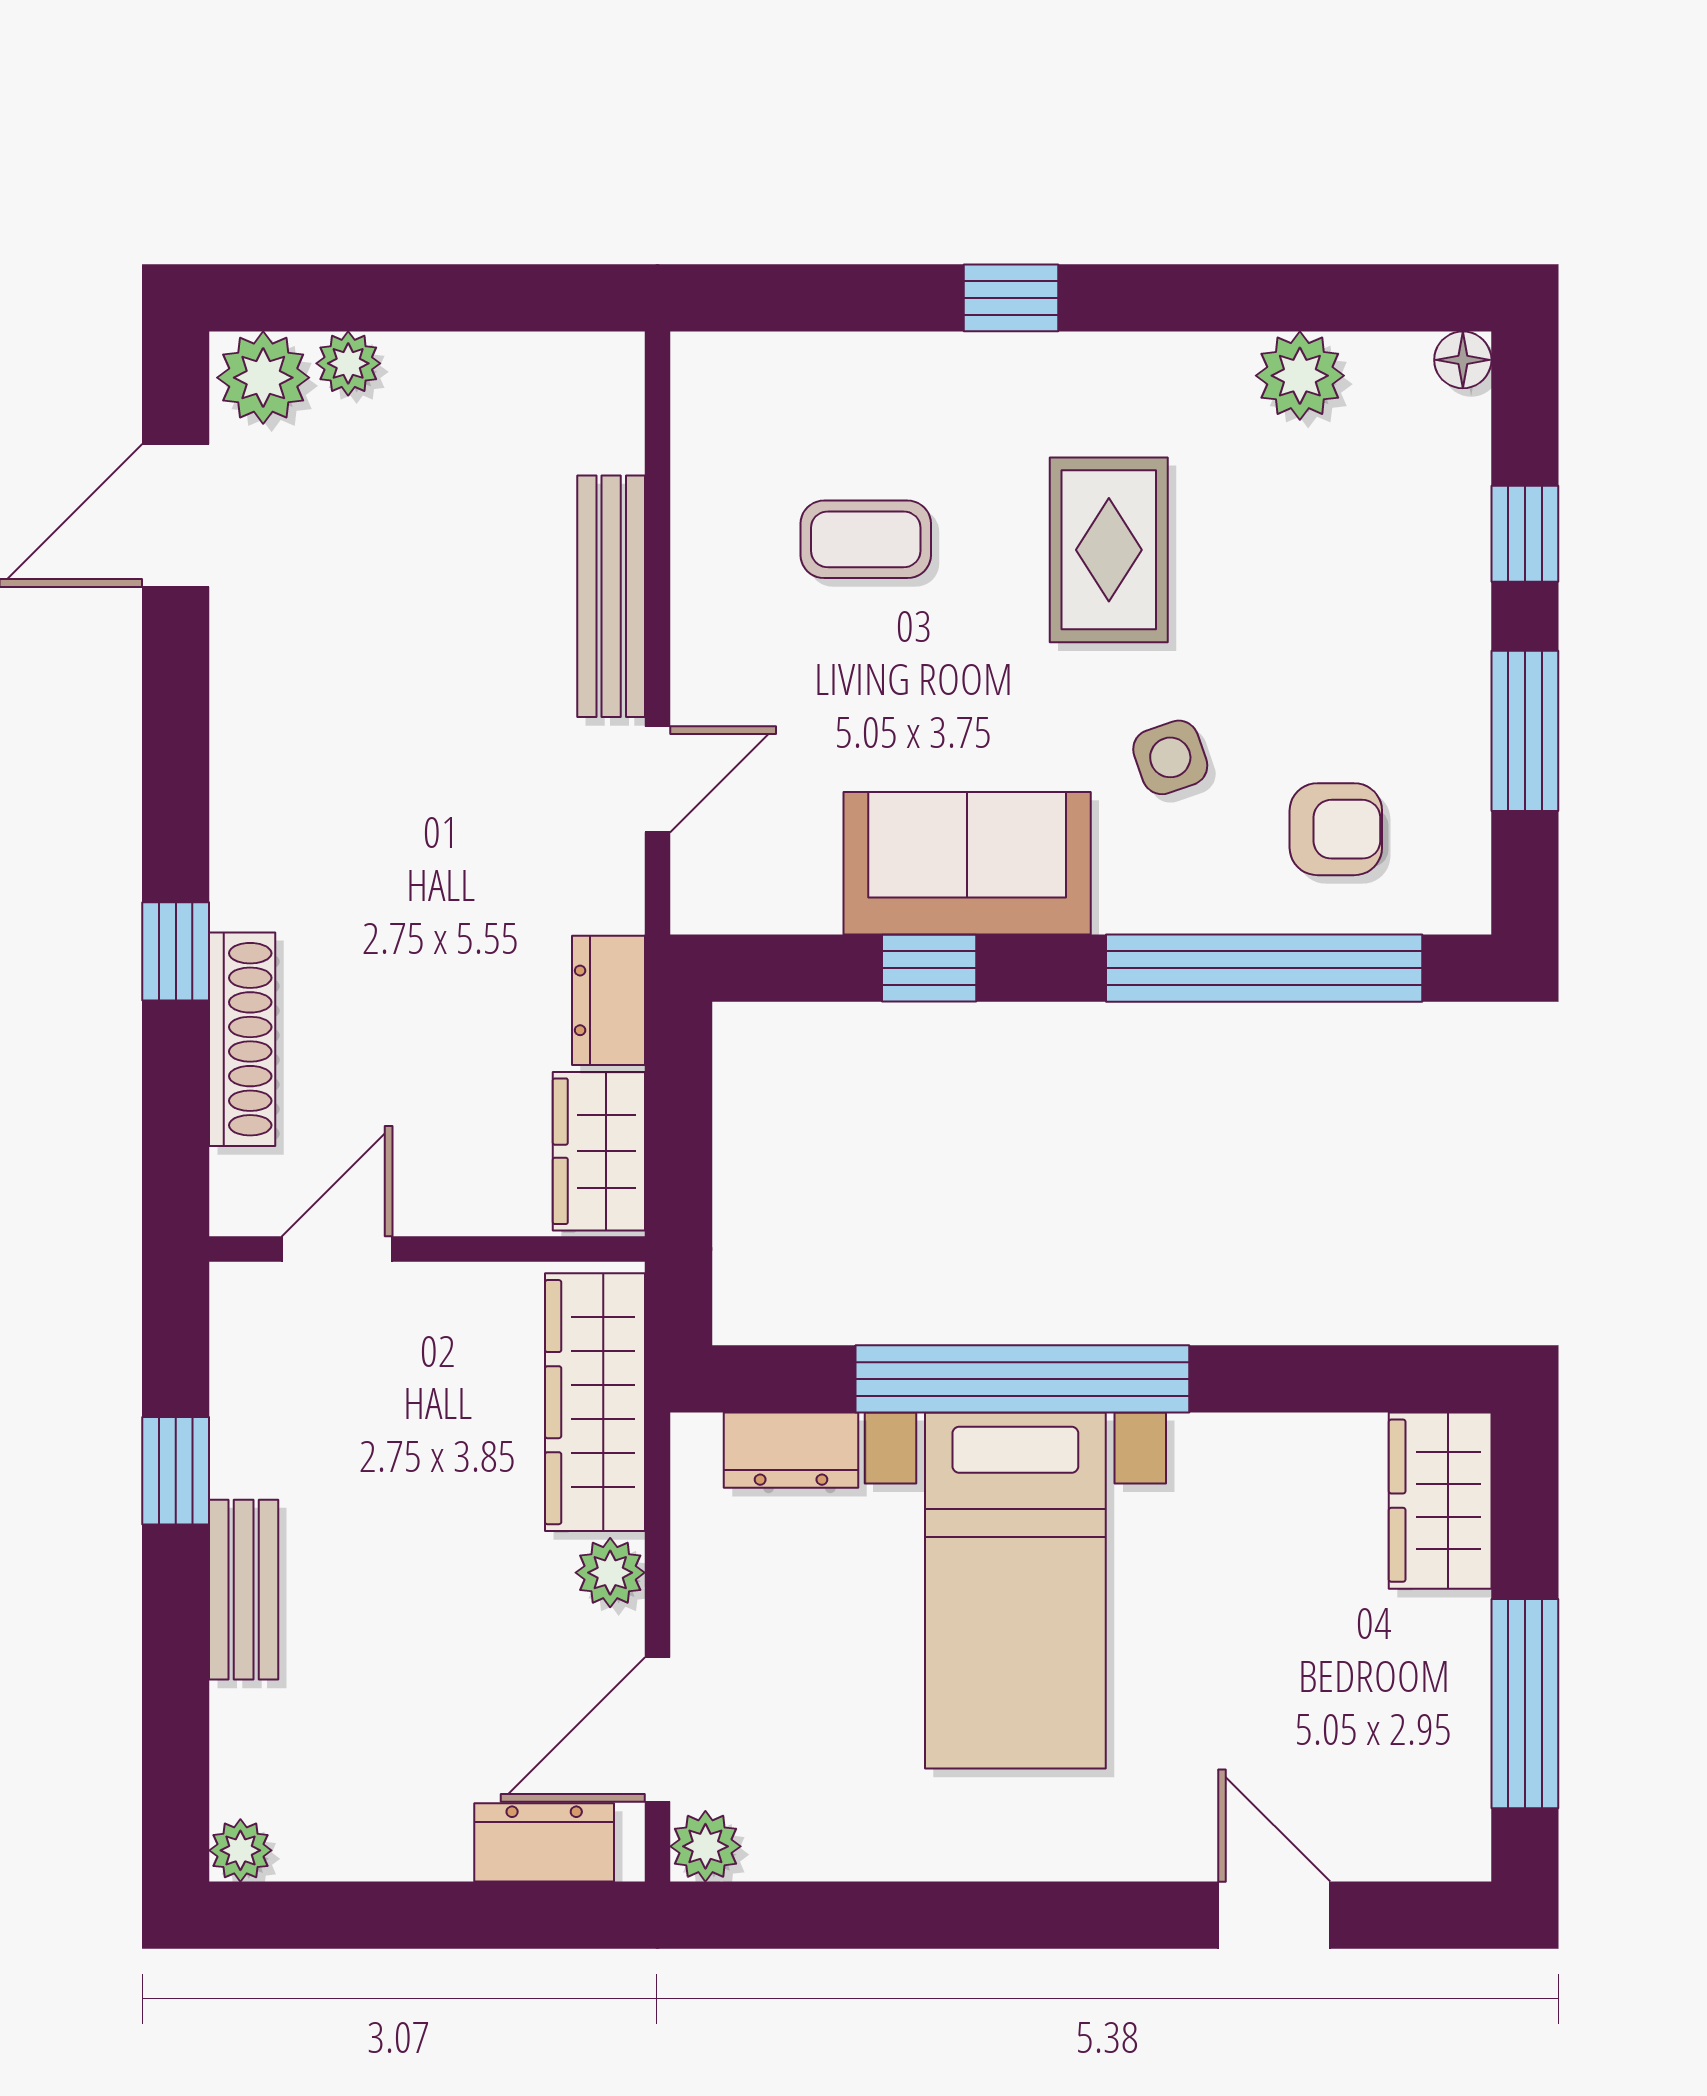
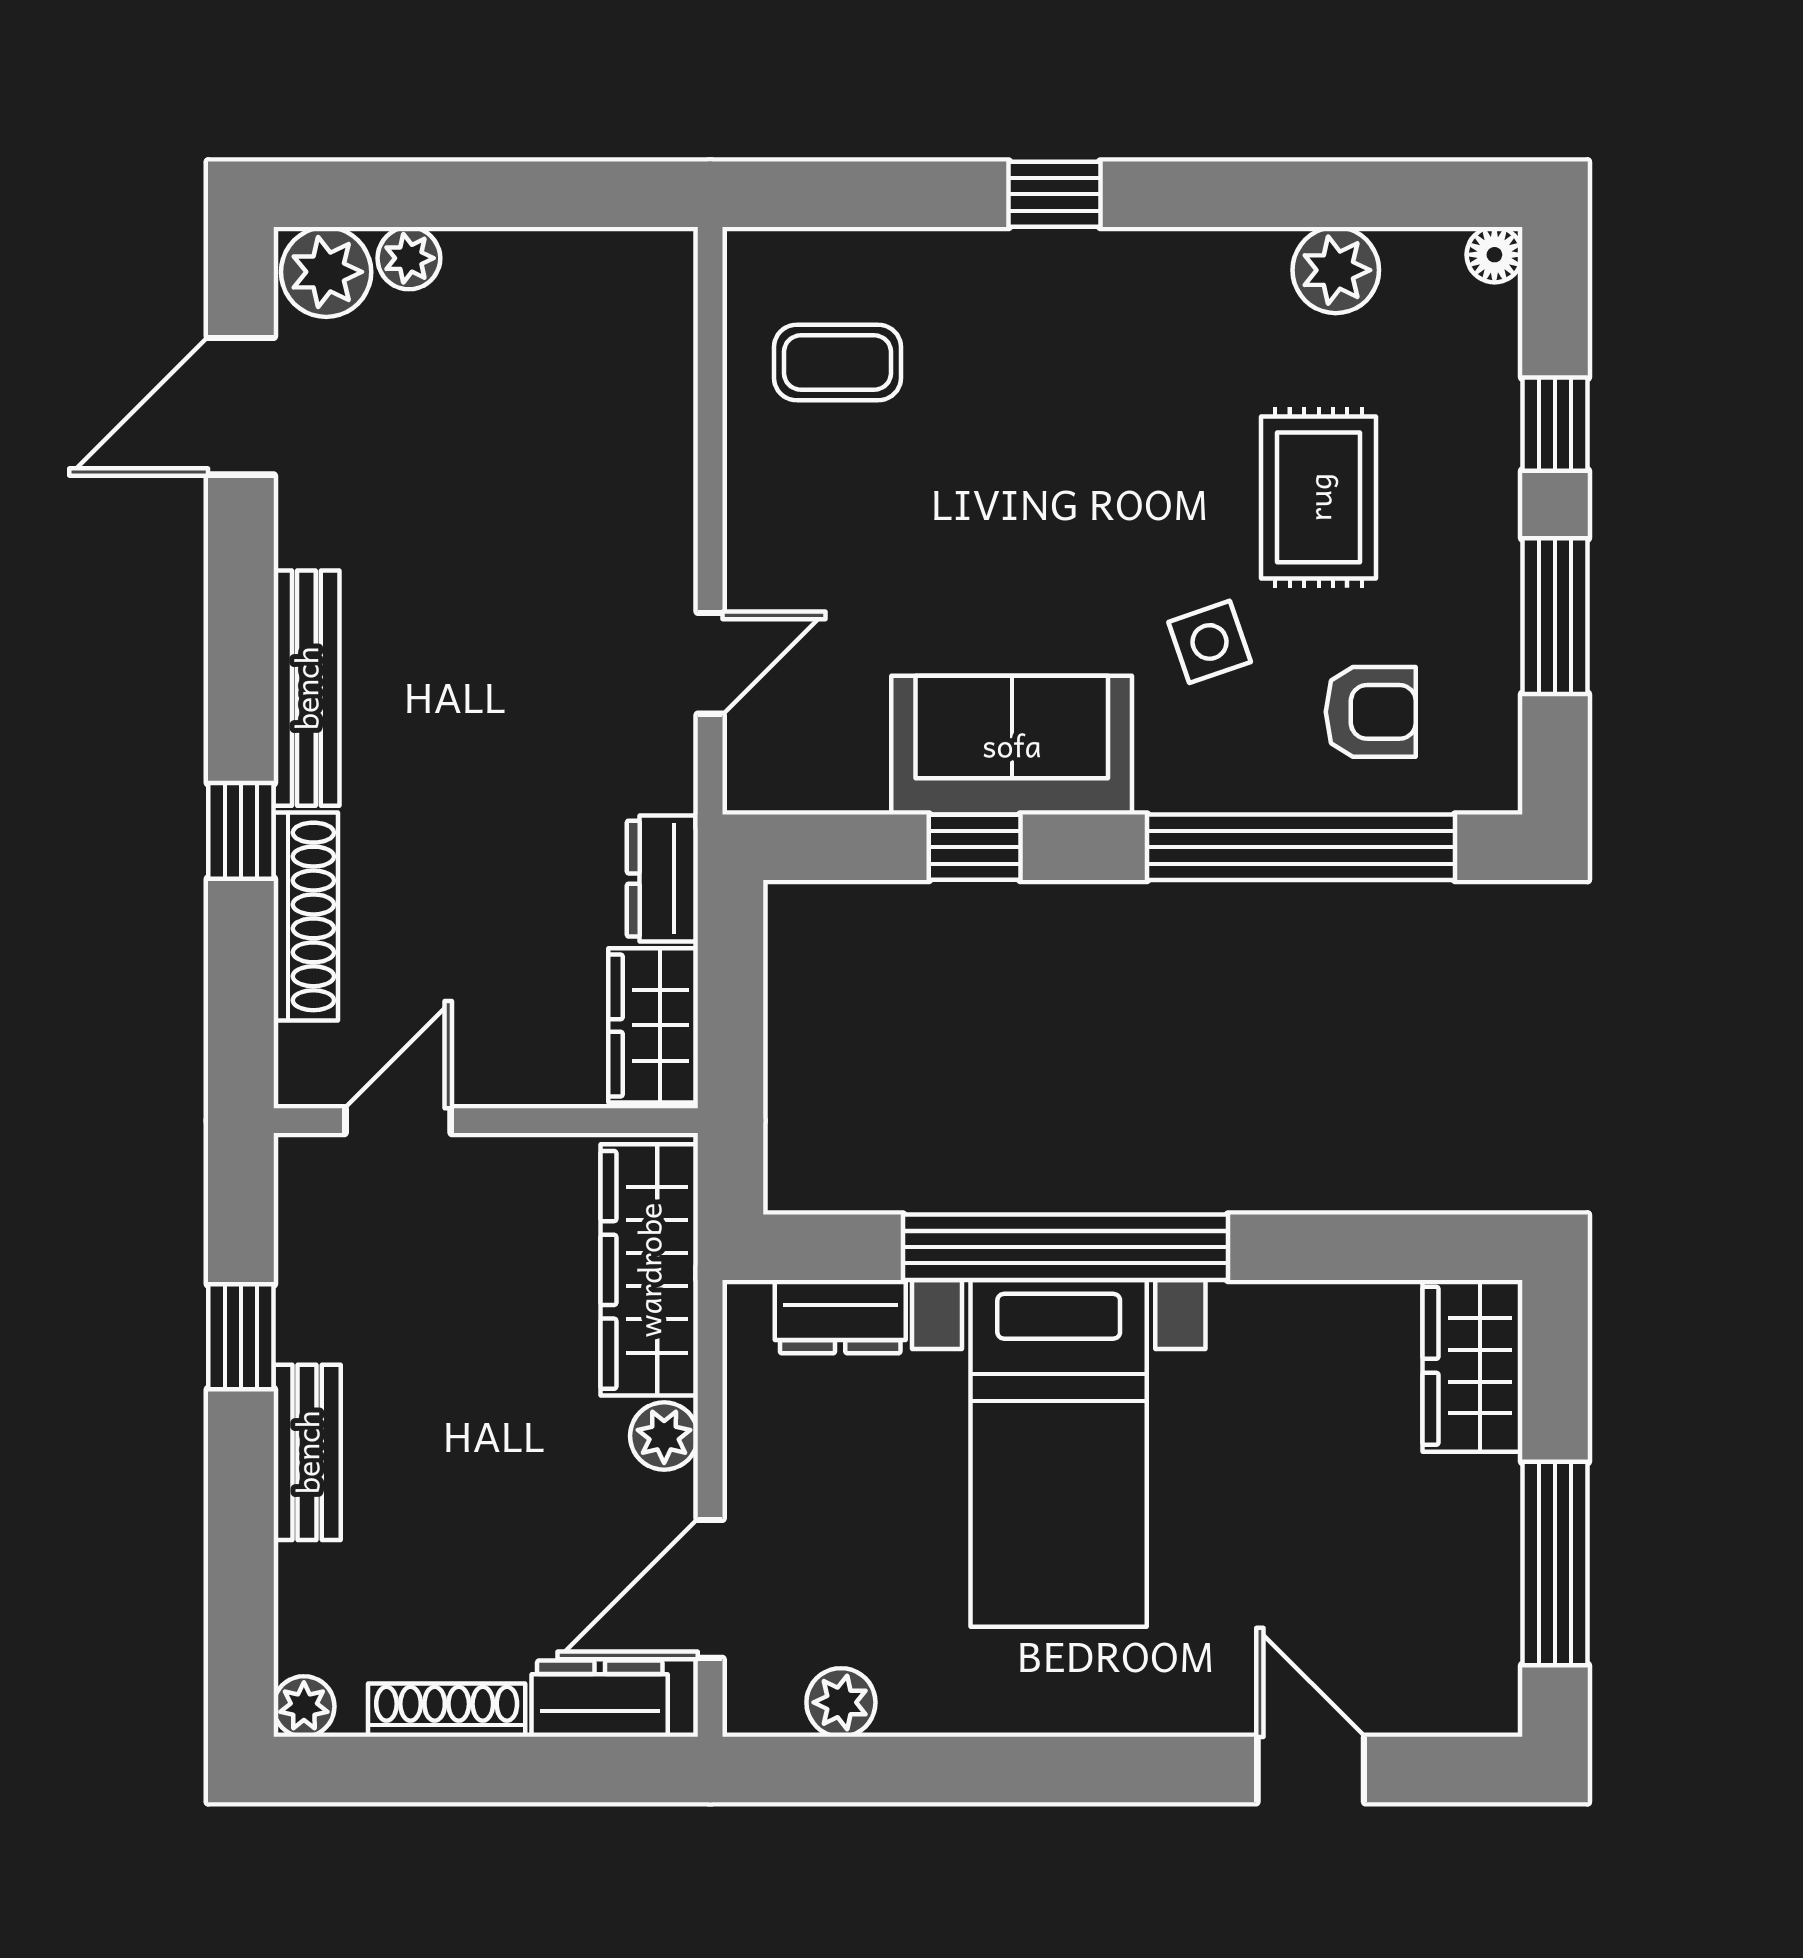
coffee table: (866, 539) -> (837, 363), moved
rug: (1109, 550) -> (1319, 497), moved
bench: (611, 596) -> (306, 688), moved
plant: (705, 1846) -> (841, 1702), moved
shoe rack: (387, 1854) -> (447, 1710), added

